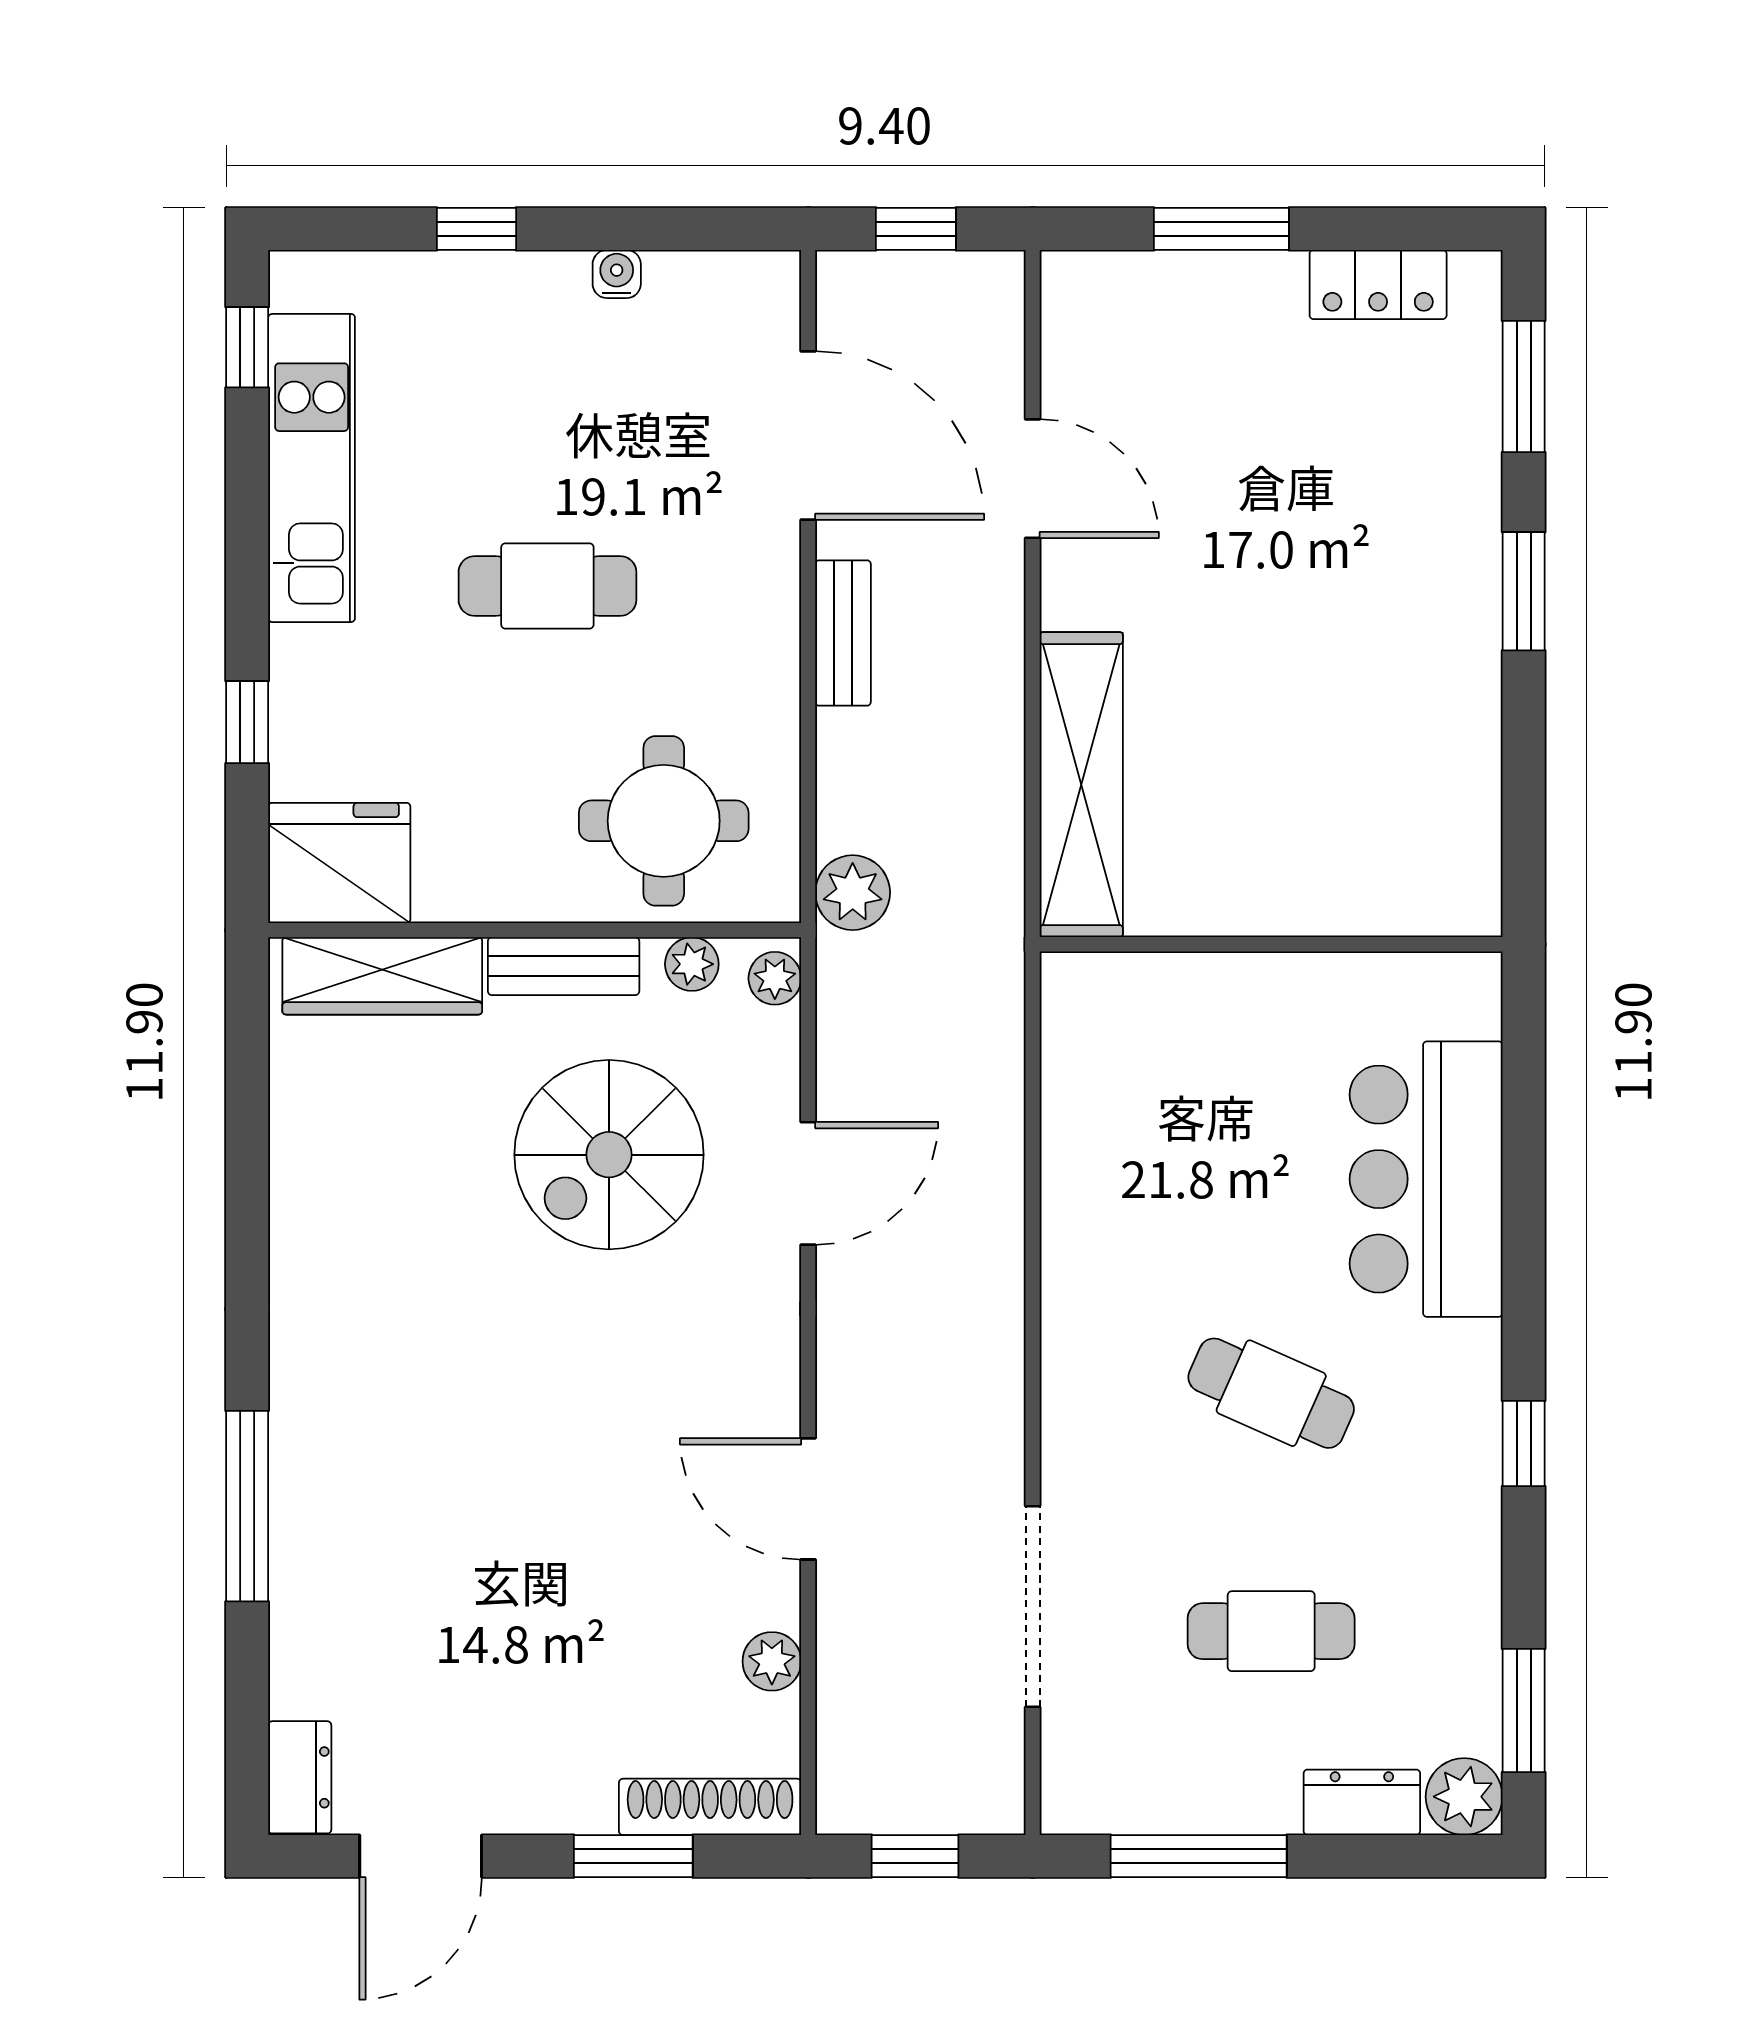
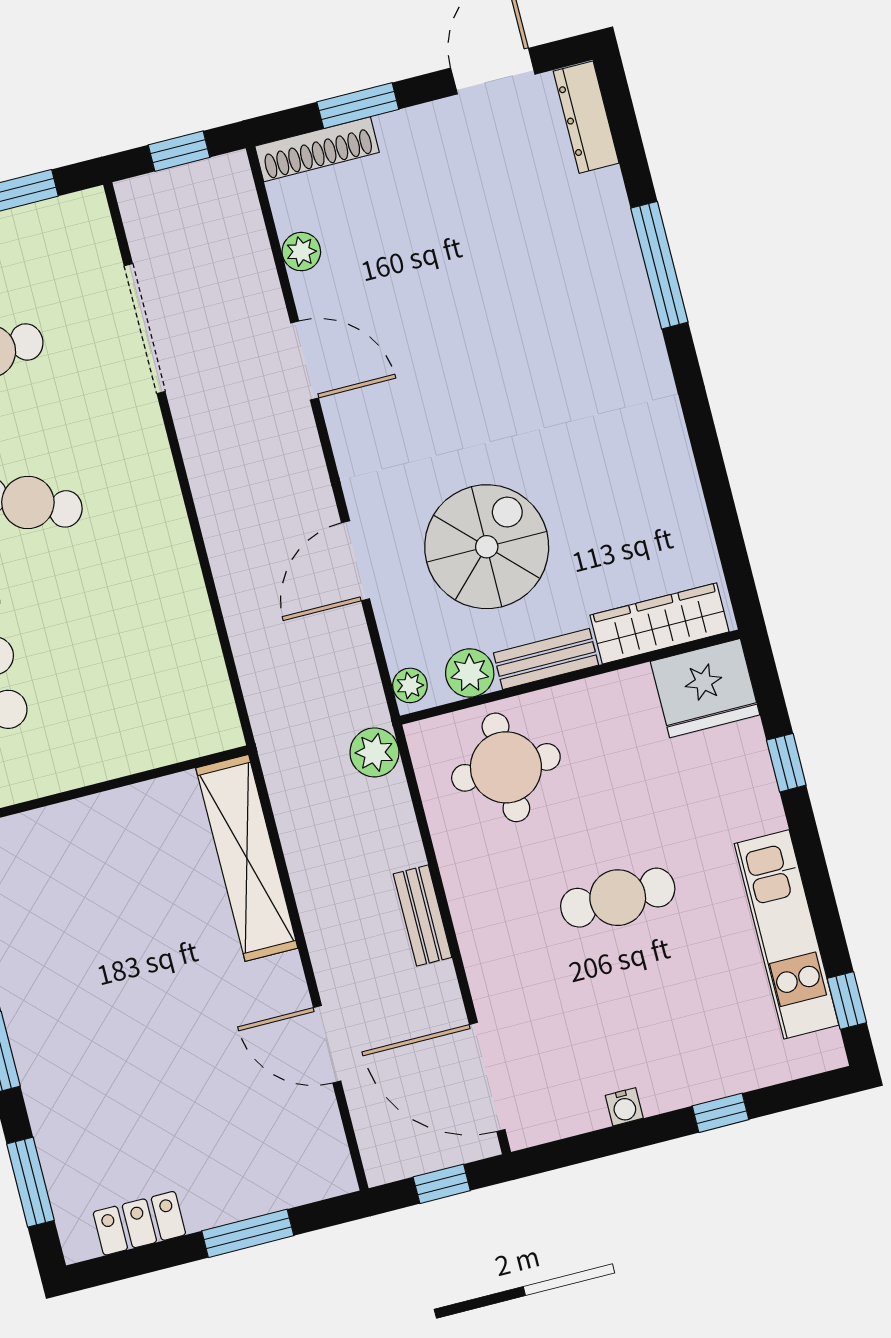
door: (808, 436) -> (487, 1077), moved
plant: (692, 964) -> (470, 673), width x1.38, depth x1.38
dresser: (300, 1777) -> (586, 117), width x1.44

